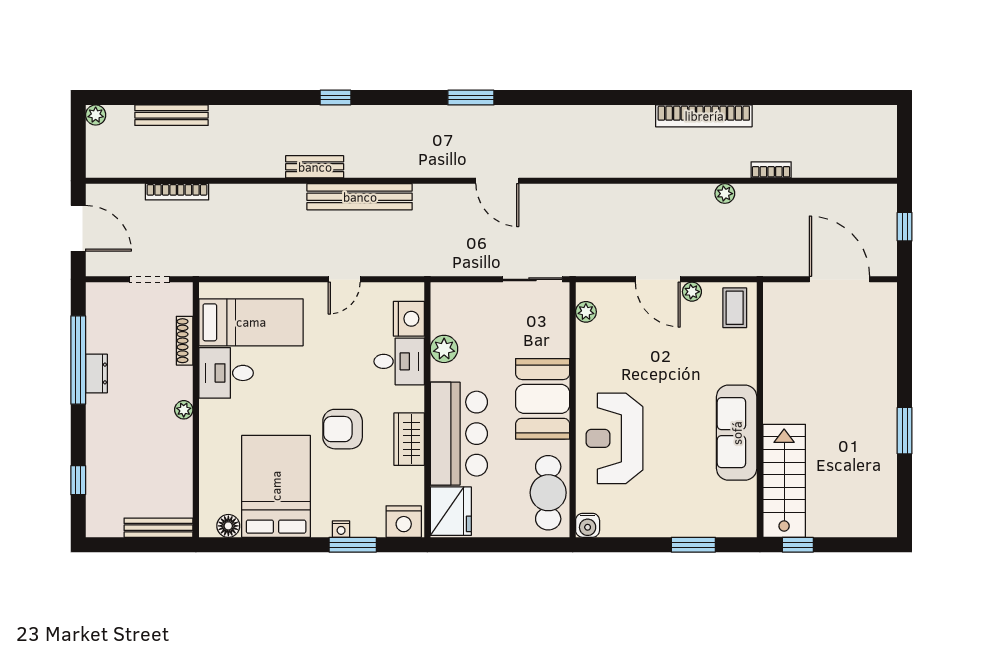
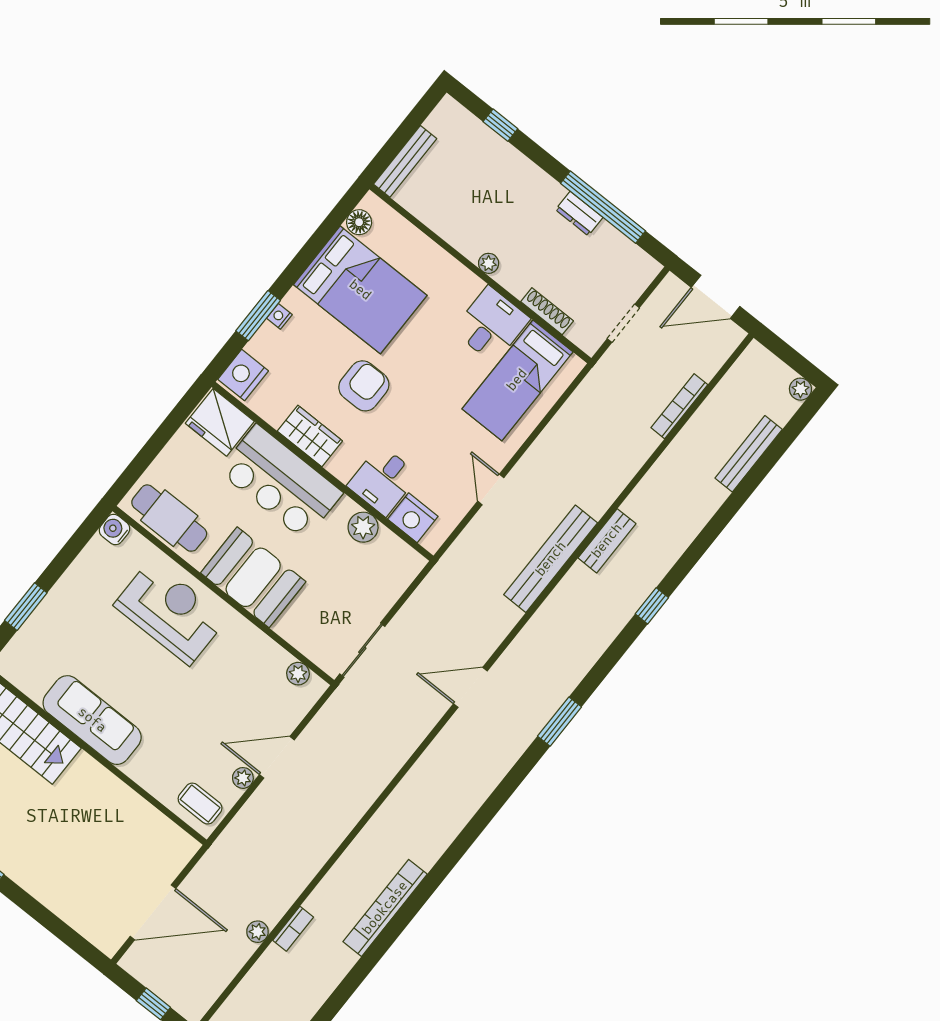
plant: (725, 194) -> (257, 932), moved

